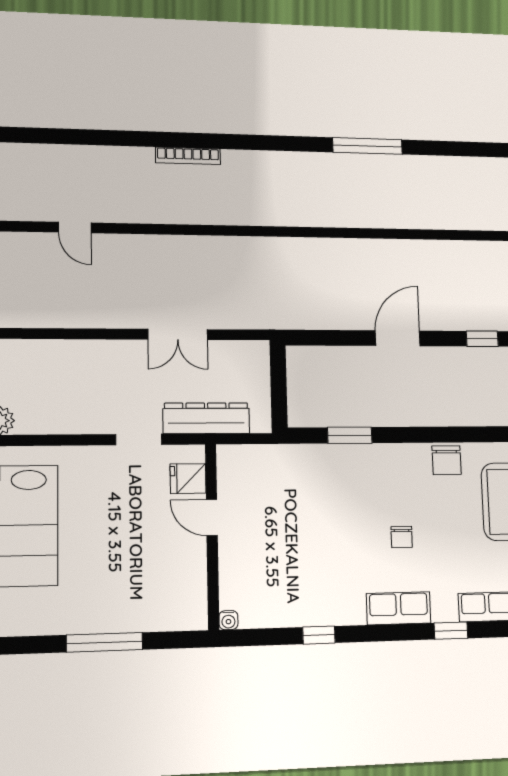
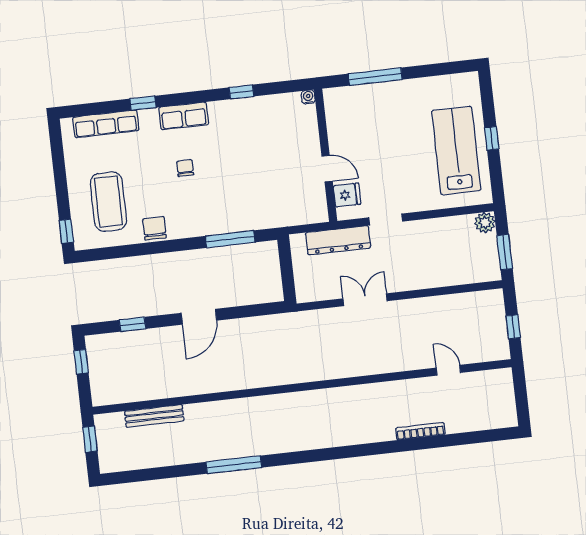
bookcase: (188, 156) -> (420, 431), moved
bench: (462, 220) -> (154, 416), added
window: (350, 435) -> (230, 239), width x1.44
window: (105, 642) -> (375, 77), moved

